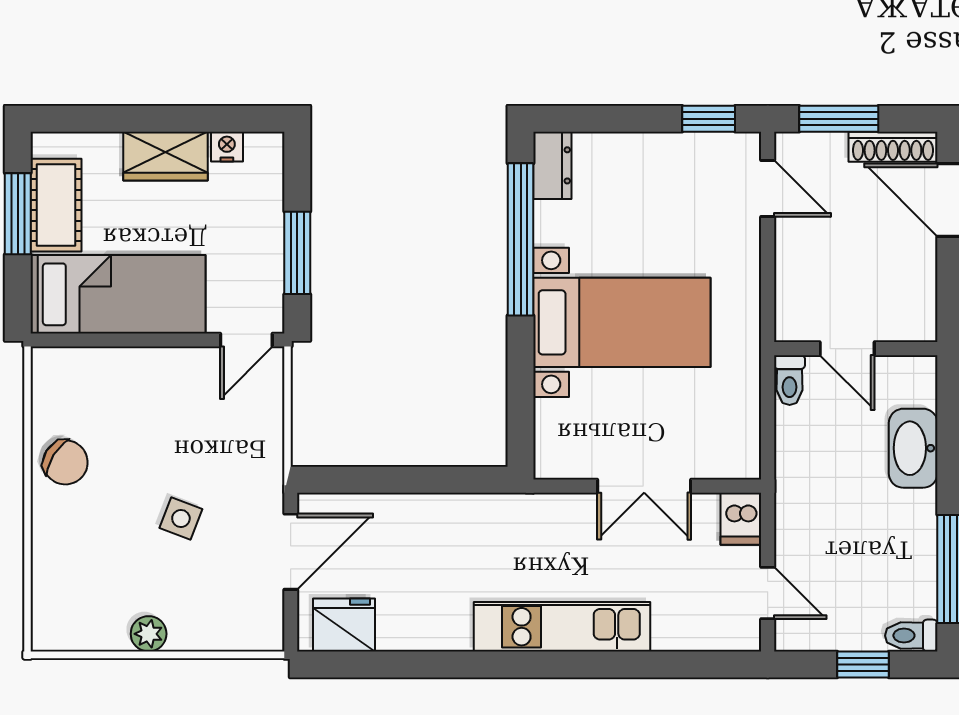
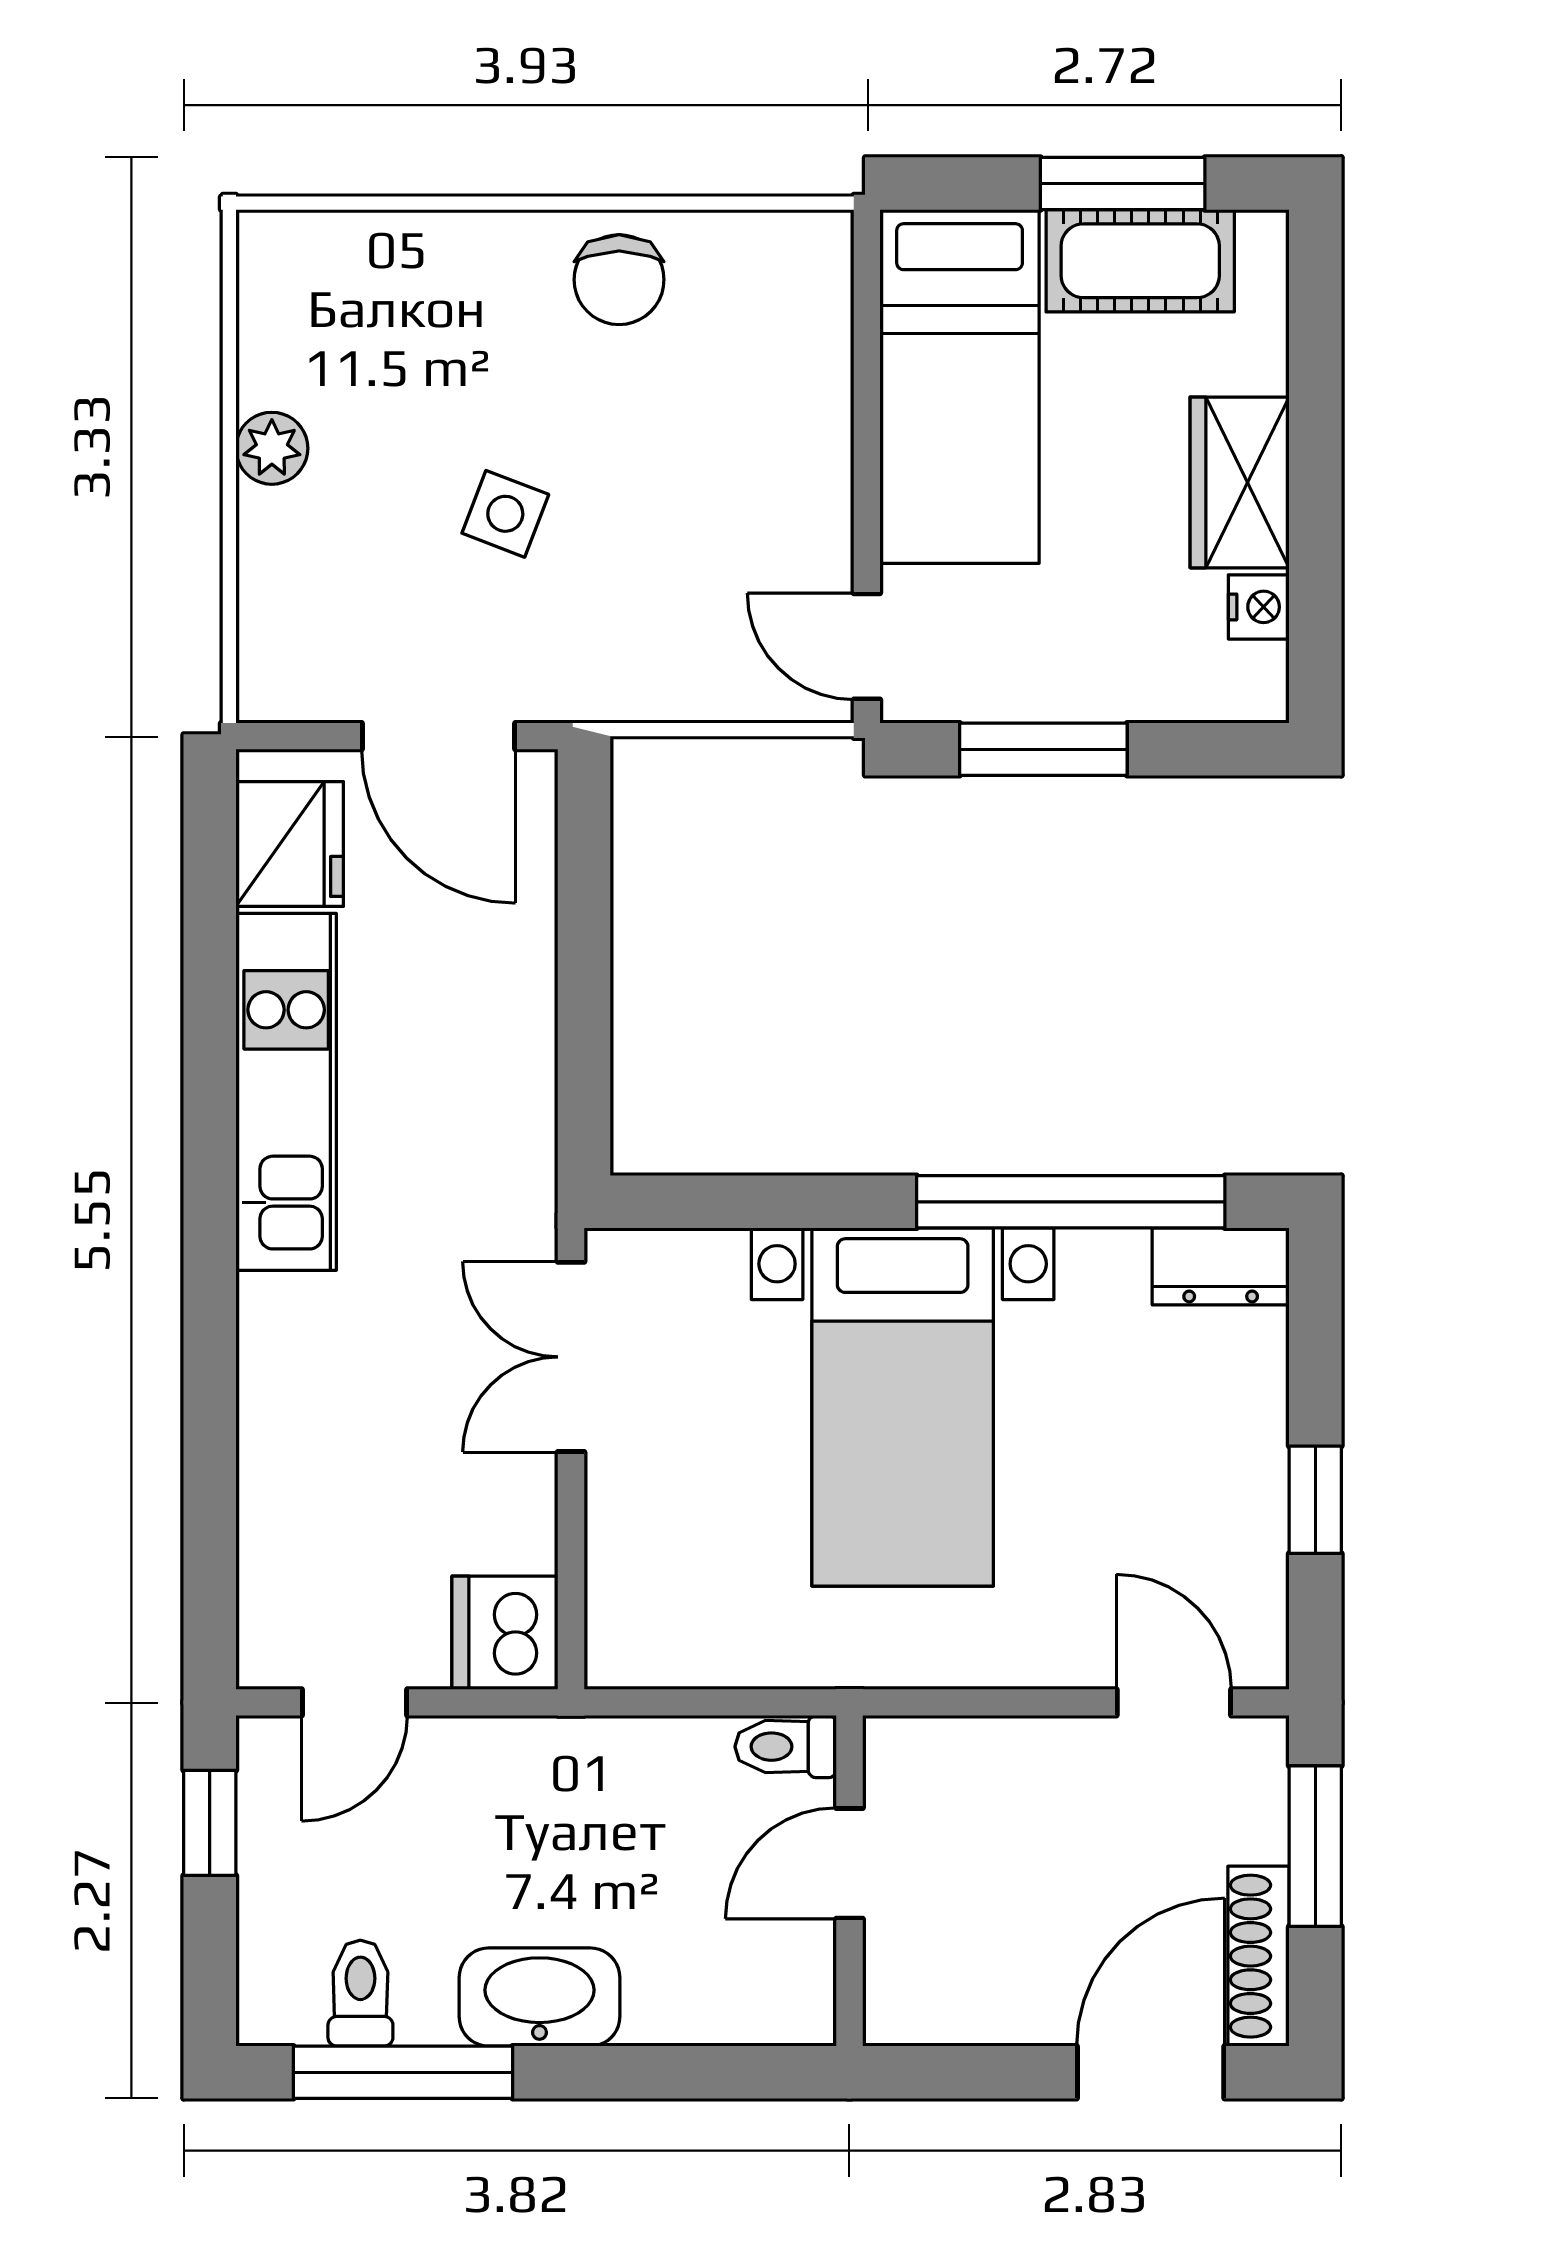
window: (709, 119) -> (1315, 1500), moved
door: (768, 188) -> (1174, 1702), swing flipped
washbasin: (913, 448) -> (539, 1997), moved
chair: (65, 462) -> (619, 280), turned -32
double door: (644, 486) -> (571, 1357), moved
dishwasher: (741, 519) -> (505, 1633), width x1.38
kitchen unit: (562, 627) -> (286, 1092), moved
toilet: (911, 636) -> (360, 1993), moved
window: (863, 664) -> (210, 1823), moved

